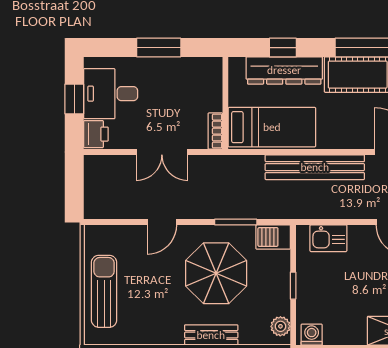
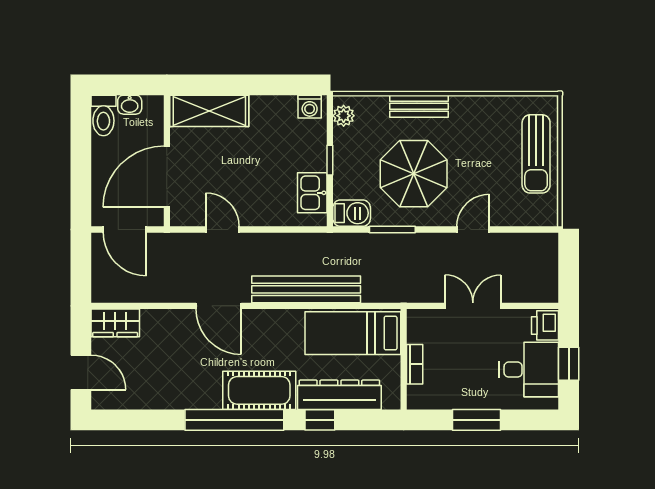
window: (283, 48) -> (320, 420), moved
bookcase: (215, 131) -> (415, 364), moved
kitchen sink: (328, 238) -> (312, 193), moved, turned -90

